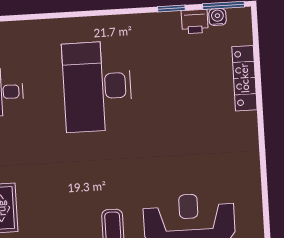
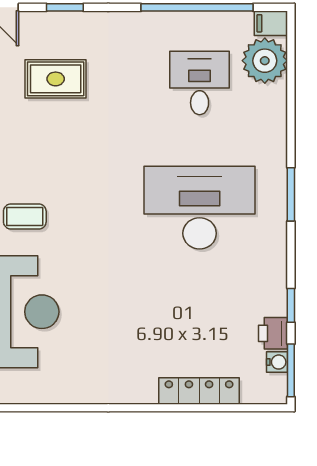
window: (82, 14) -> (291, 194), added

